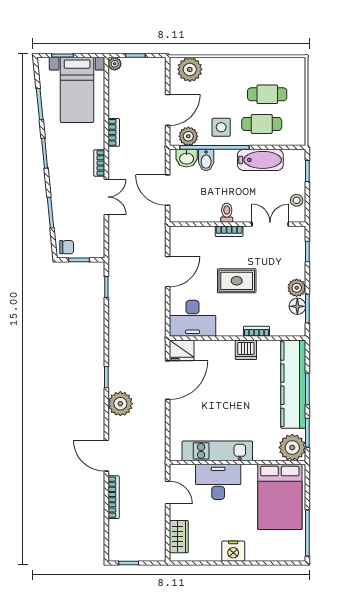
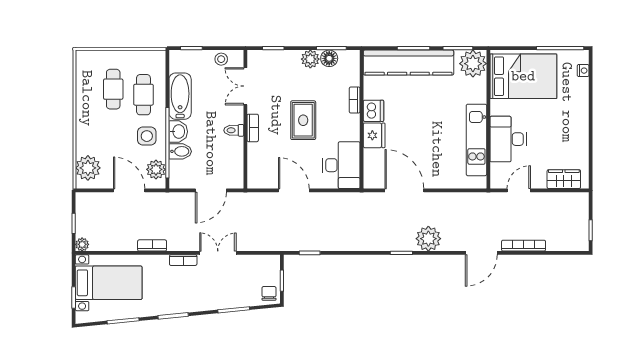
washbasin: (187, 158) -> (178, 132), moved
fridge: (182, 350) -> (374, 135), moved
nightstand: (233, 551) -> (583, 71), moved, width x0.53, depth x0.56

